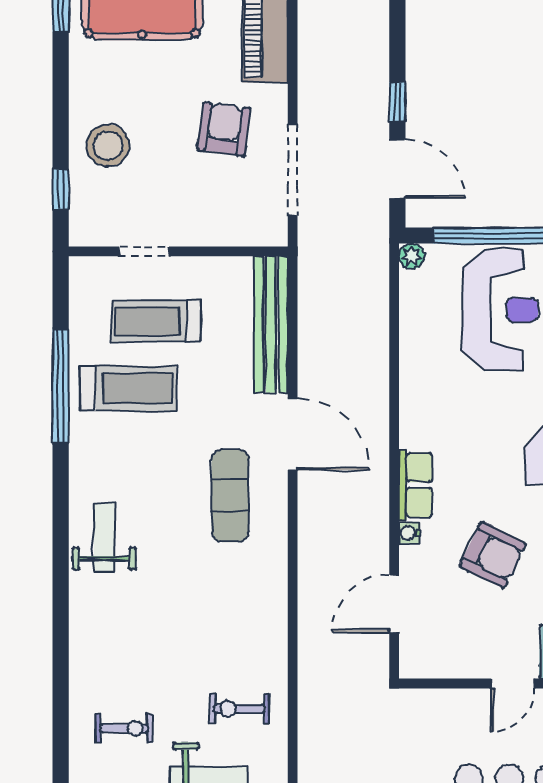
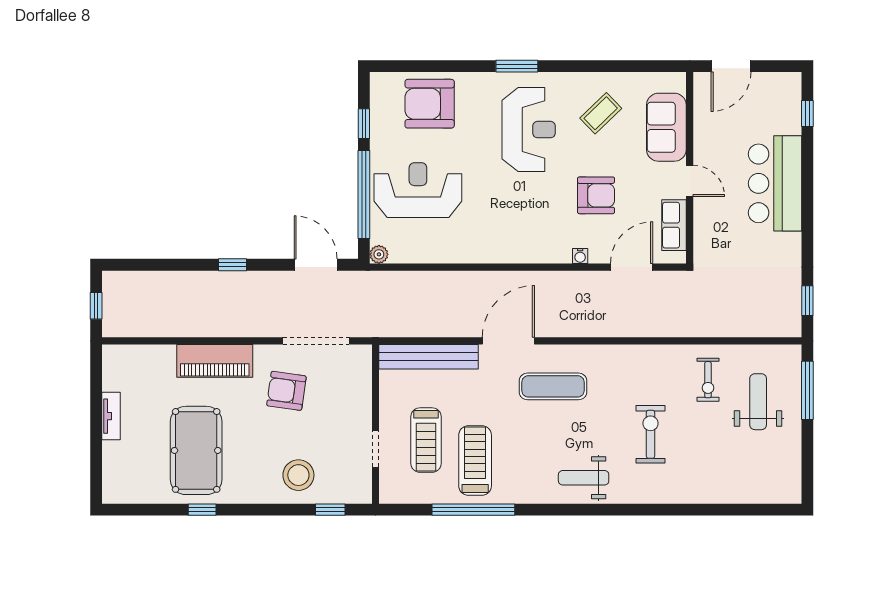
window: (397, 102) -> (232, 265), moved
door: (397, 169) -> (316, 265), hinge flipped
row of seats: (416, 485) -> (674, 225), moved, turned -90
armchair: (493, 555) -> (596, 195), turned 63
door: (394, 604) -> (632, 267), swing flipped
exercise bike: (124, 728) -> (650, 434), moved, width x1.38, depth x1.39

